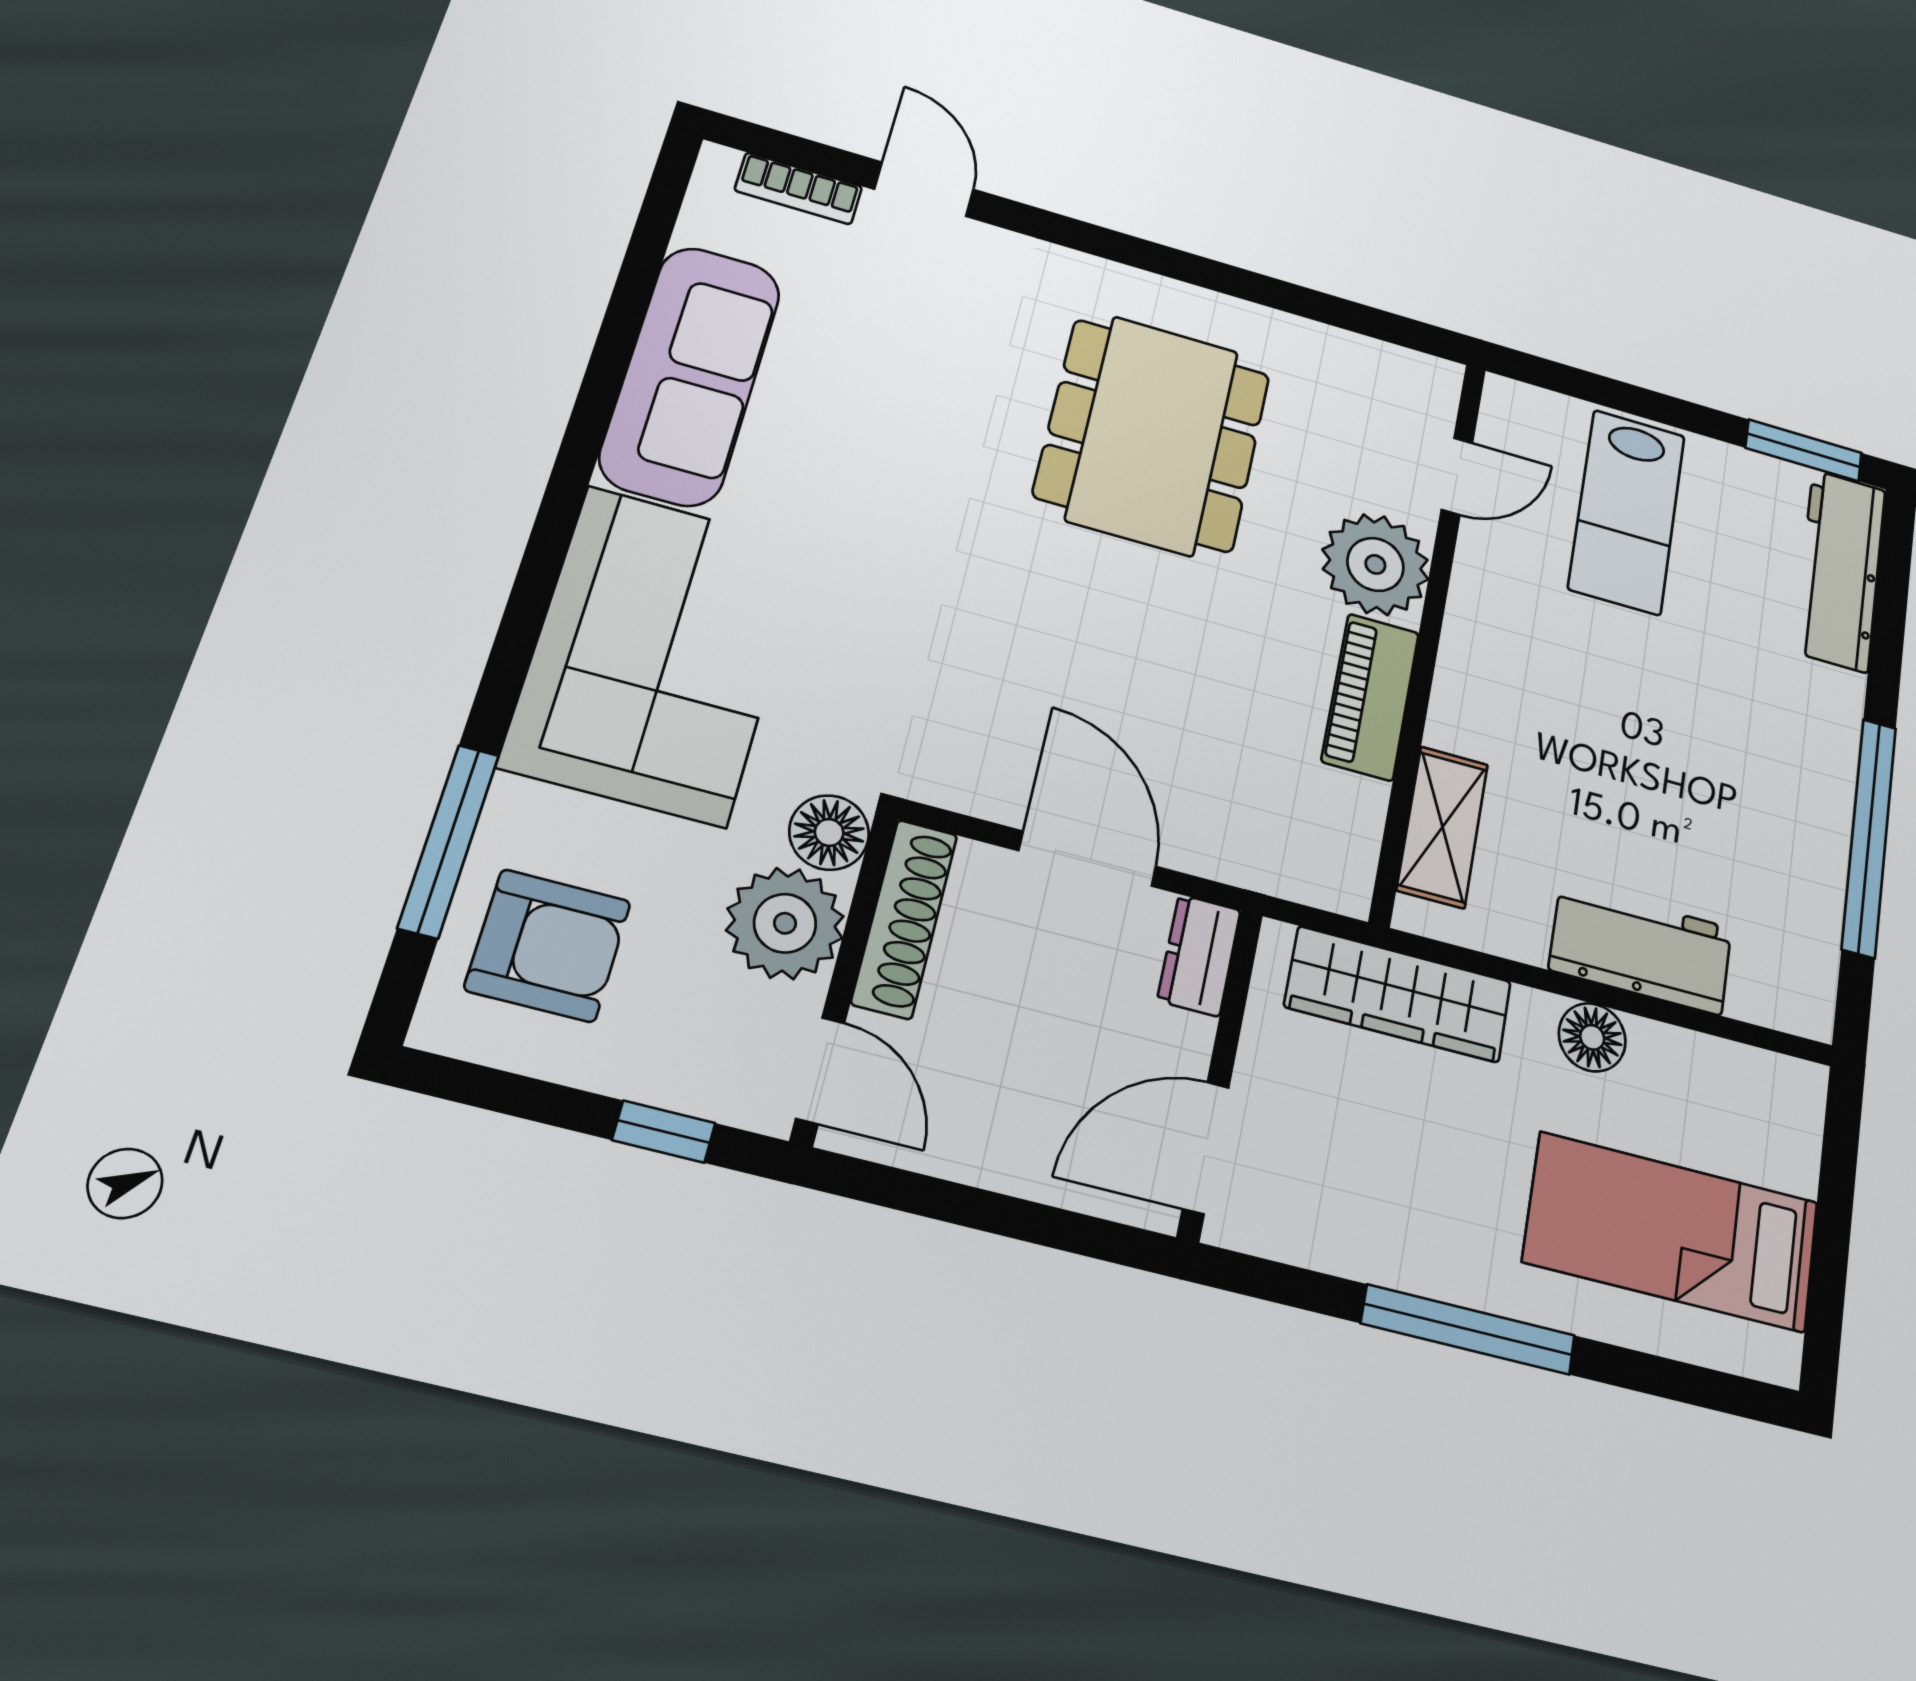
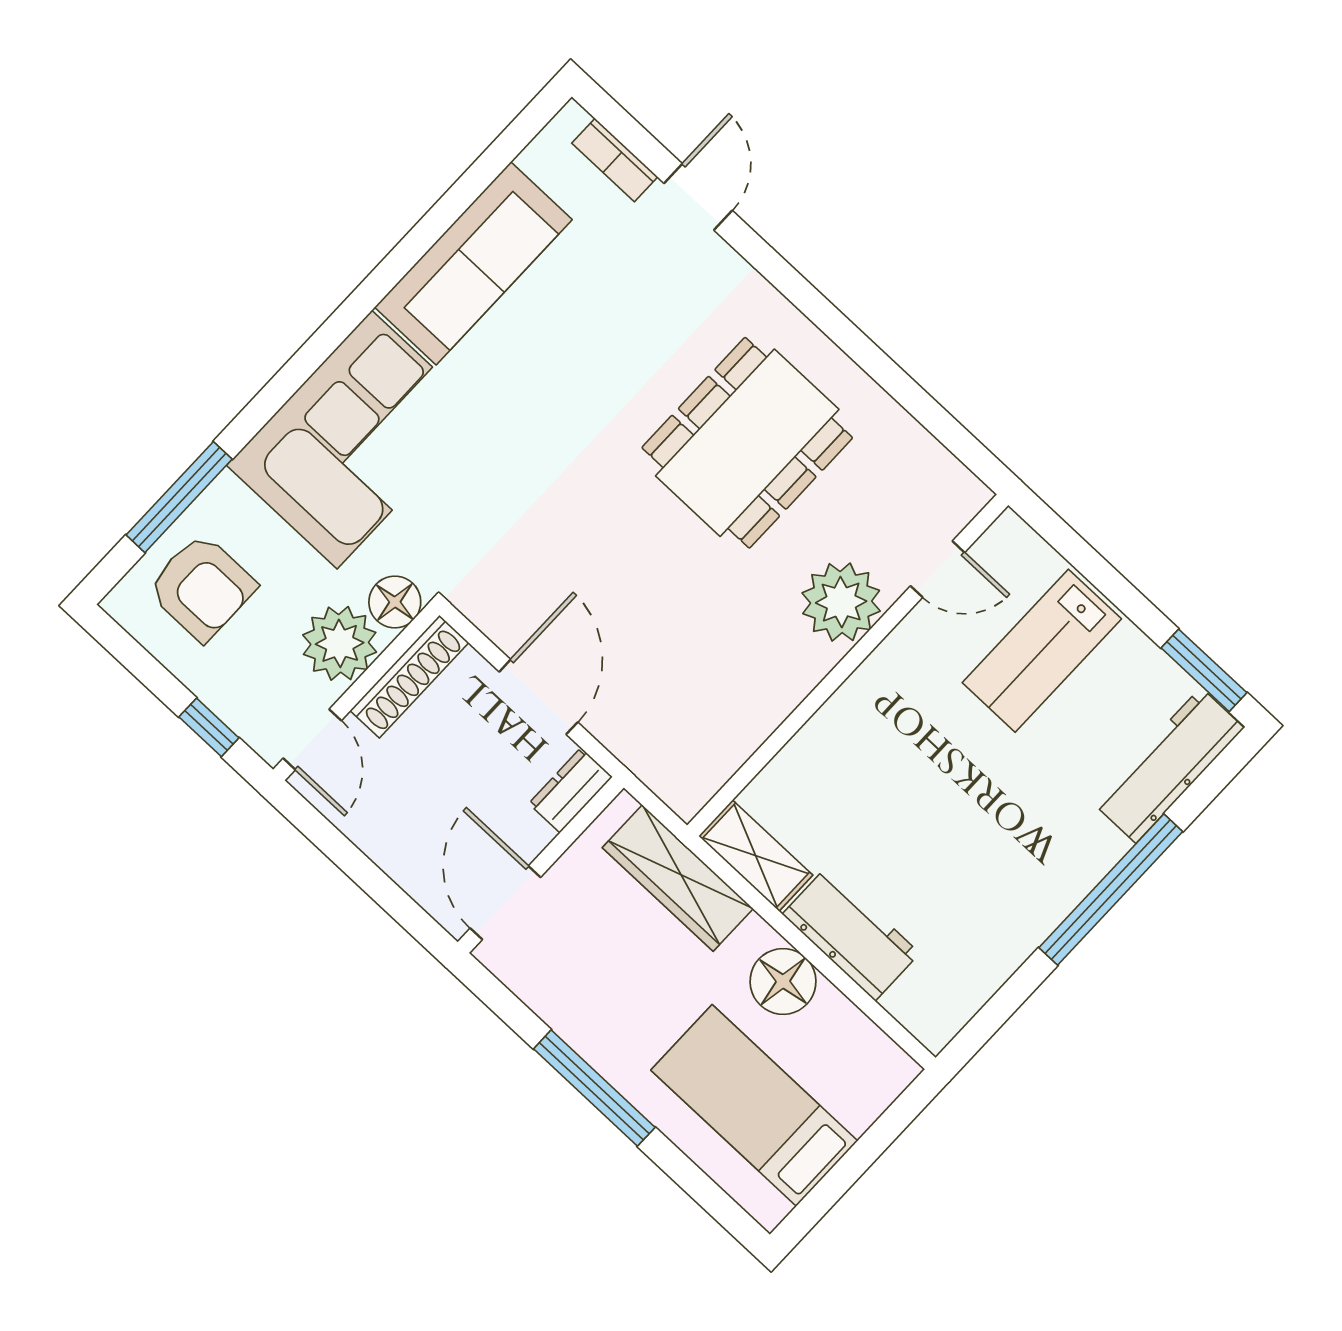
piano: (1370, 697) -> (781, 687), removed
shelving: (1442, 827) -> (756, 856), moved, turned 90
window: (1869, 837) -> (1111, 890), moved
floor lamp: (1592, 1037) -> (783, 981), width x1.38, depth x1.38
door: (1206, 1148) -> (505, 903), hinge flipped

